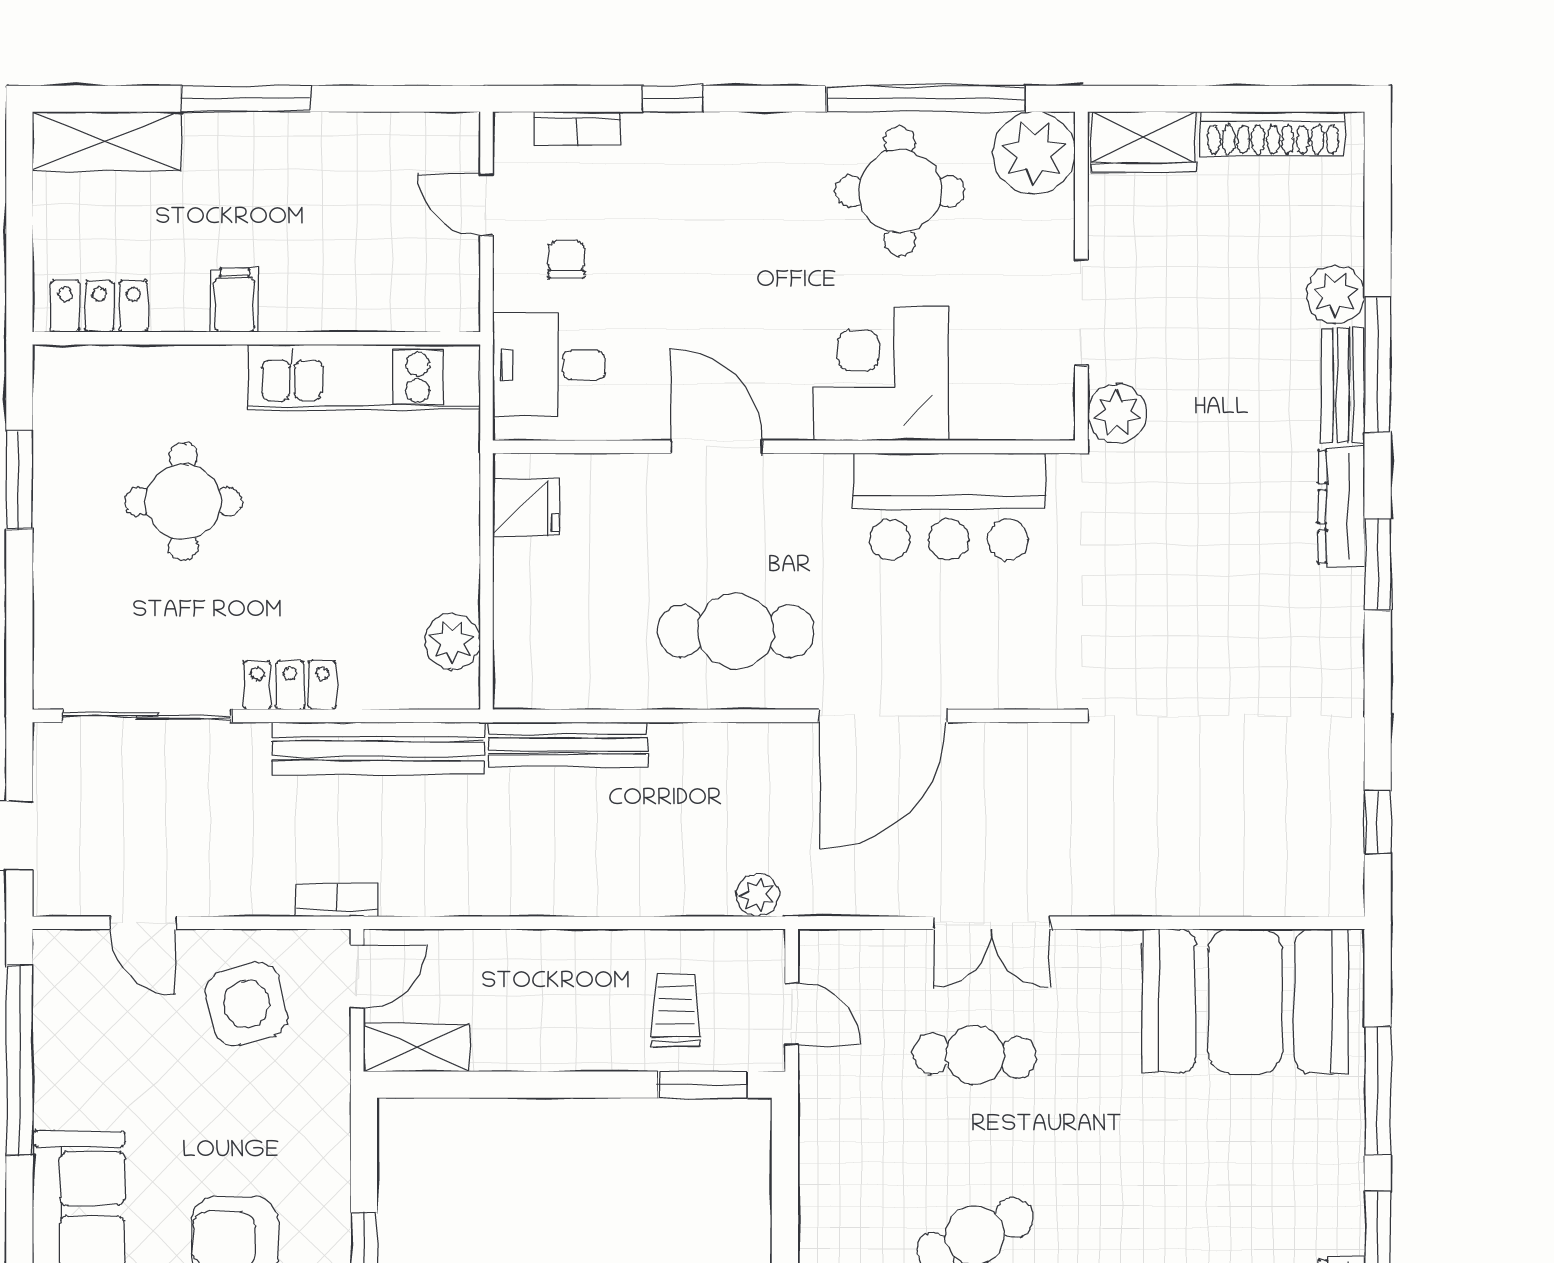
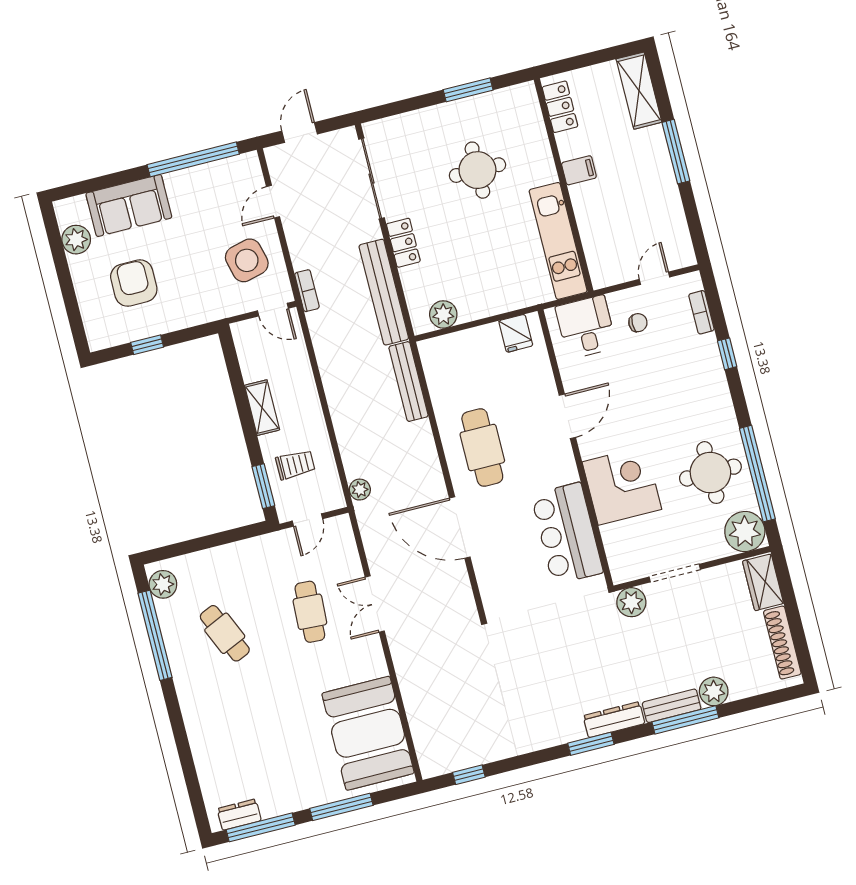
shelving: (416, 1048) -> (262, 408), moved

